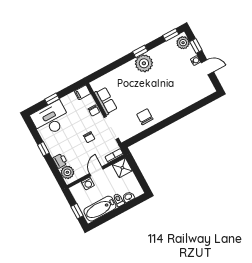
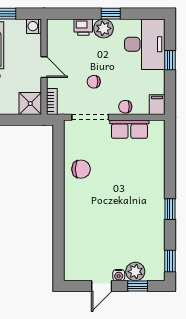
plant: (183, 43) -> (135, 272), moved
plant: (144, 63) -> (152, 206), removed
plant: (67, 172) -> (104, 28), moved
washing machine: (88, 183) -> (34, 26), moved

